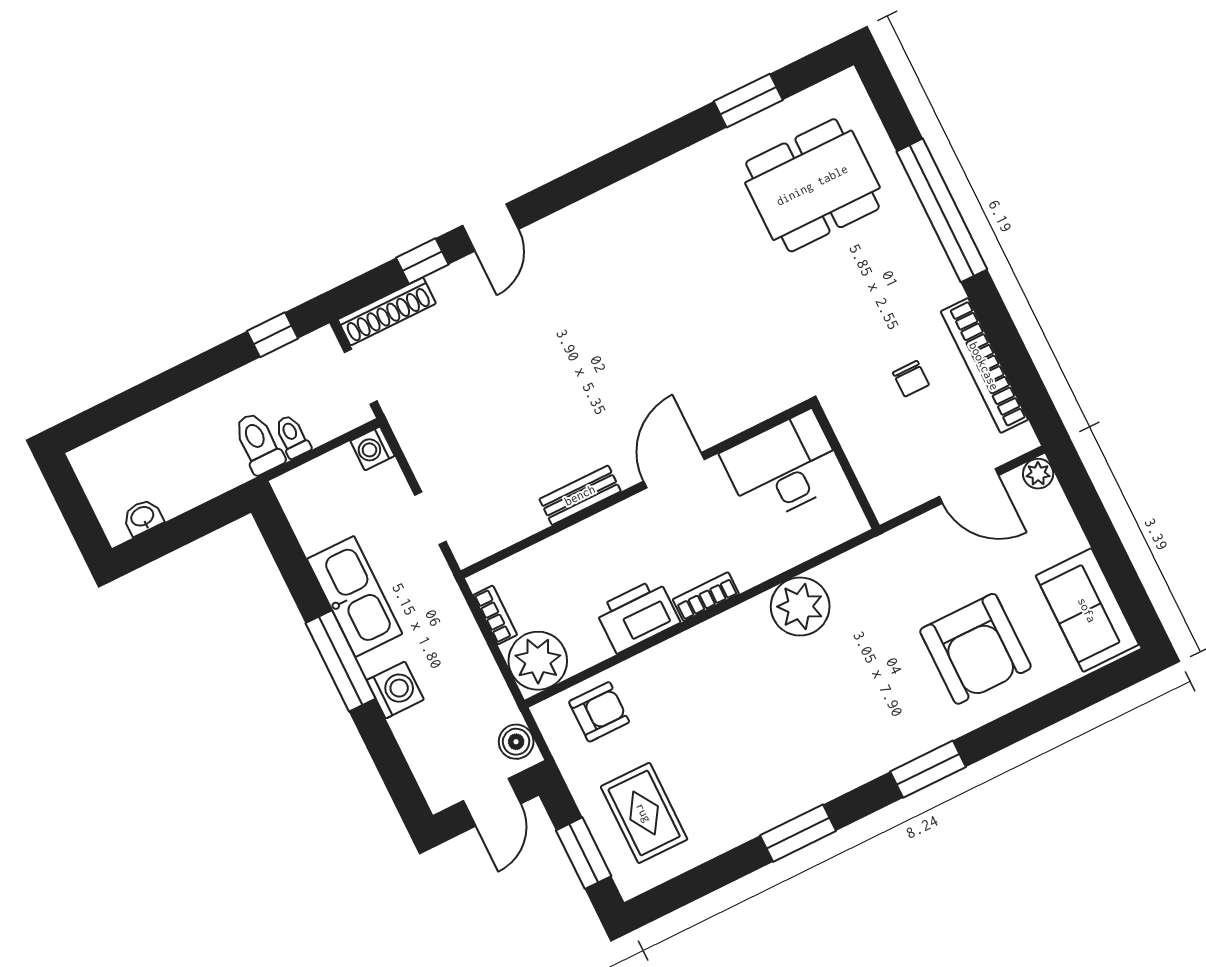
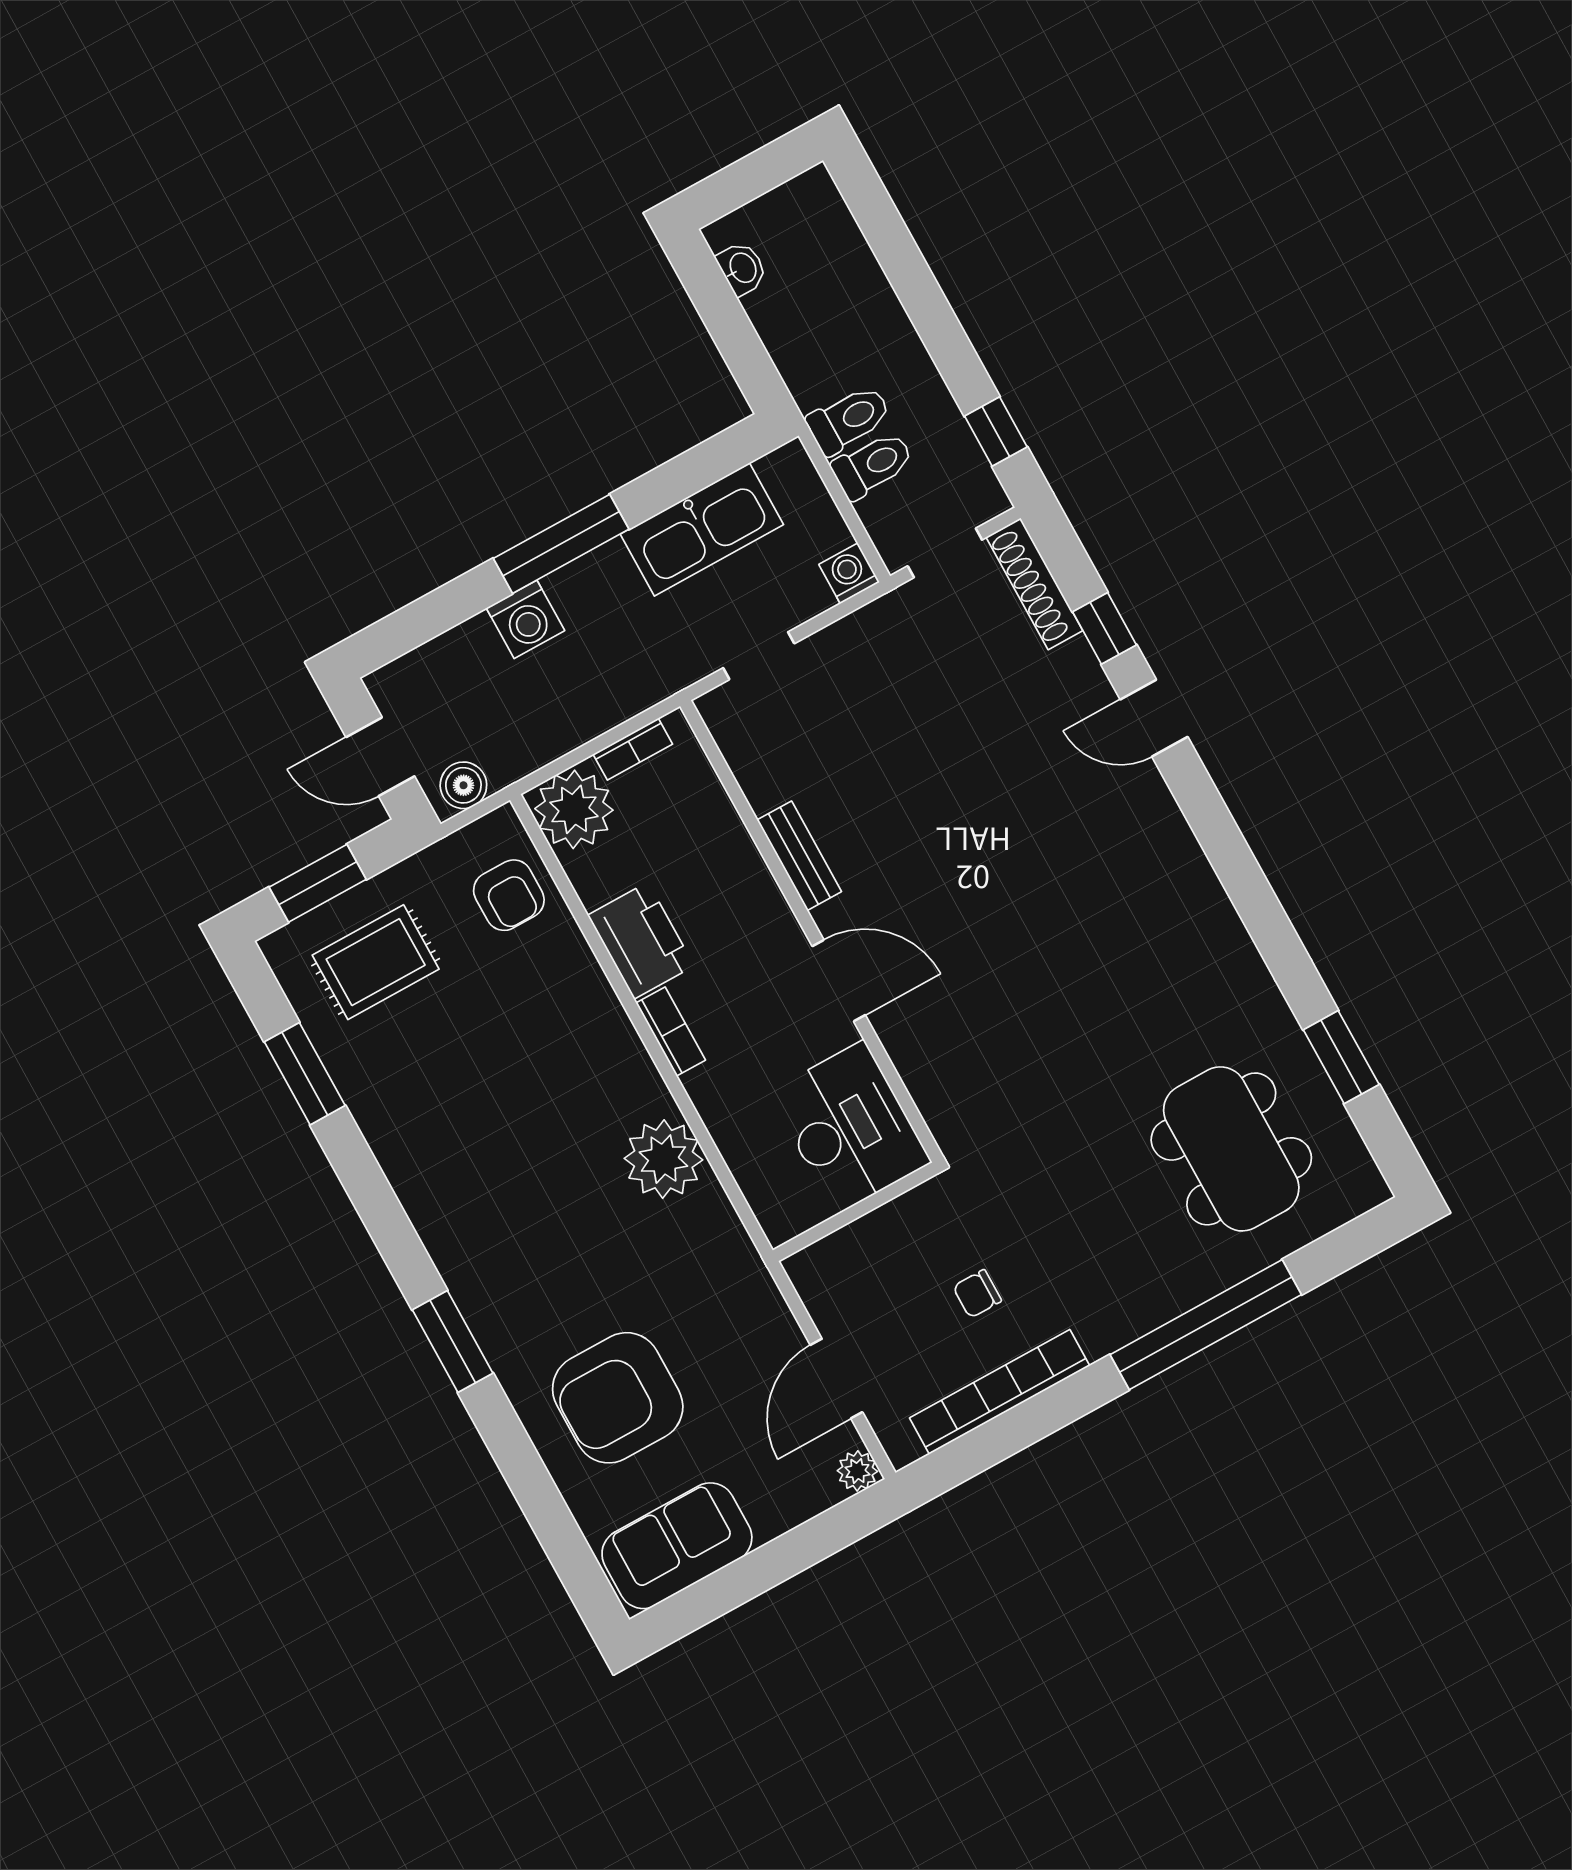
toilet: (292, 436) -> (873, 465), width x1.37, depth x1.39
kitchen sink: (355, 596) -> (702, 529), moved
window: (798, 833) -> (305, 1074), moved

